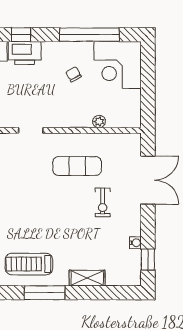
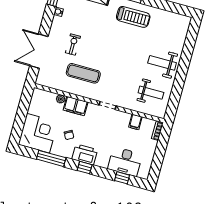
window: (21, 35) -> (85, 168), moved
window: (89, 35) -> (51, 158), width x0.68
printer: (25, 53) -> (85, 154), moved
filing cabinet: (75, 117) -> (76, 106), added

